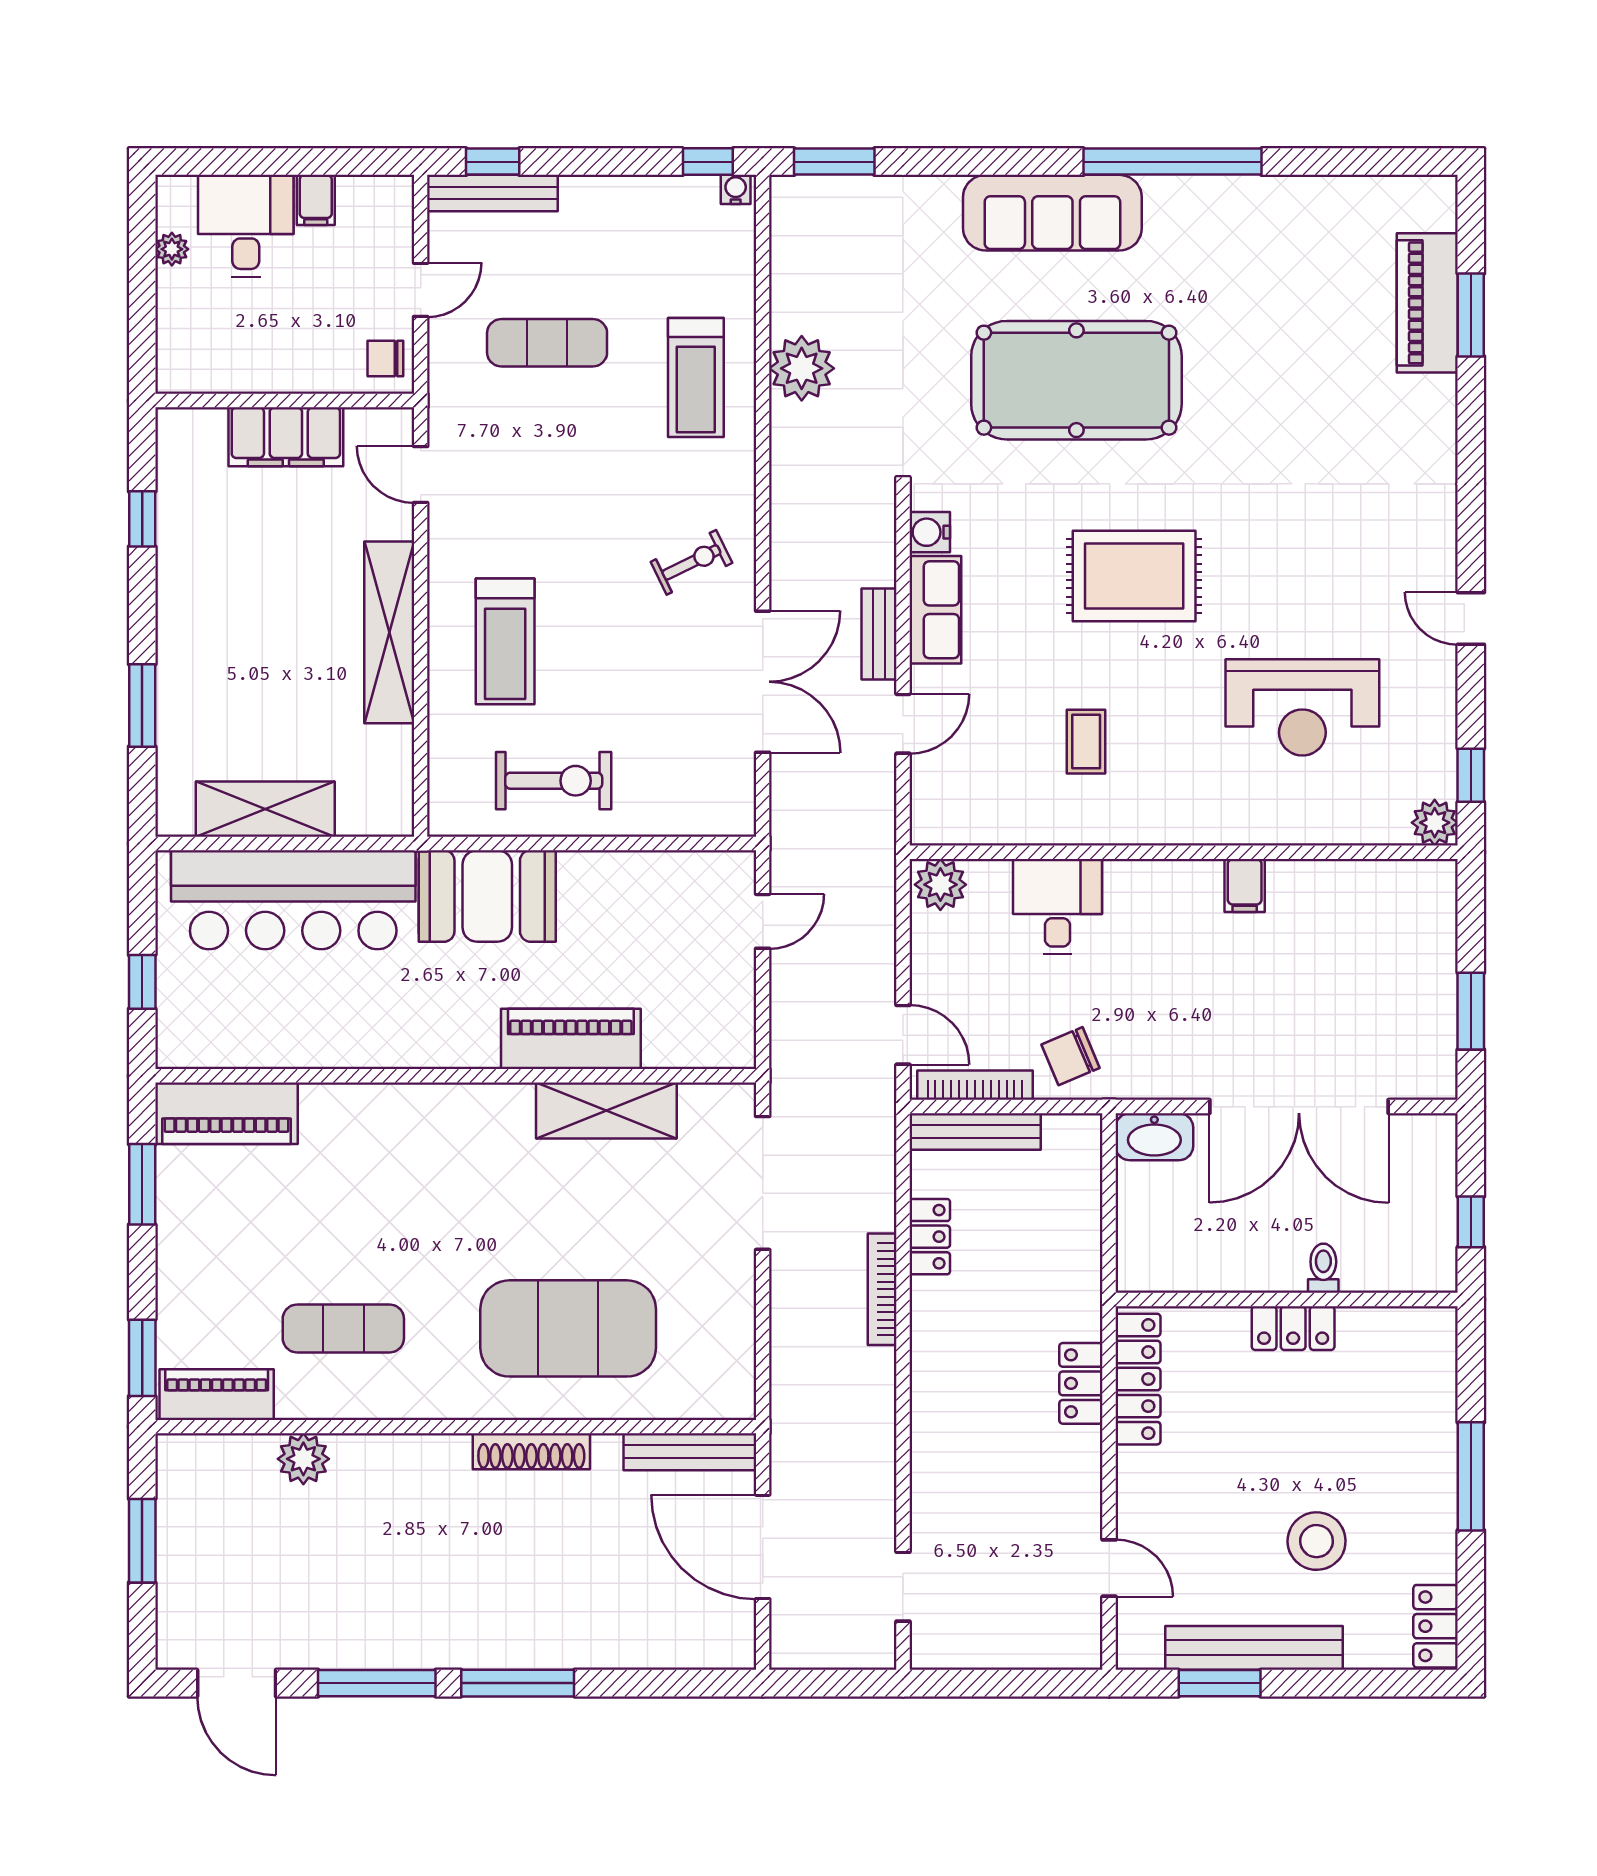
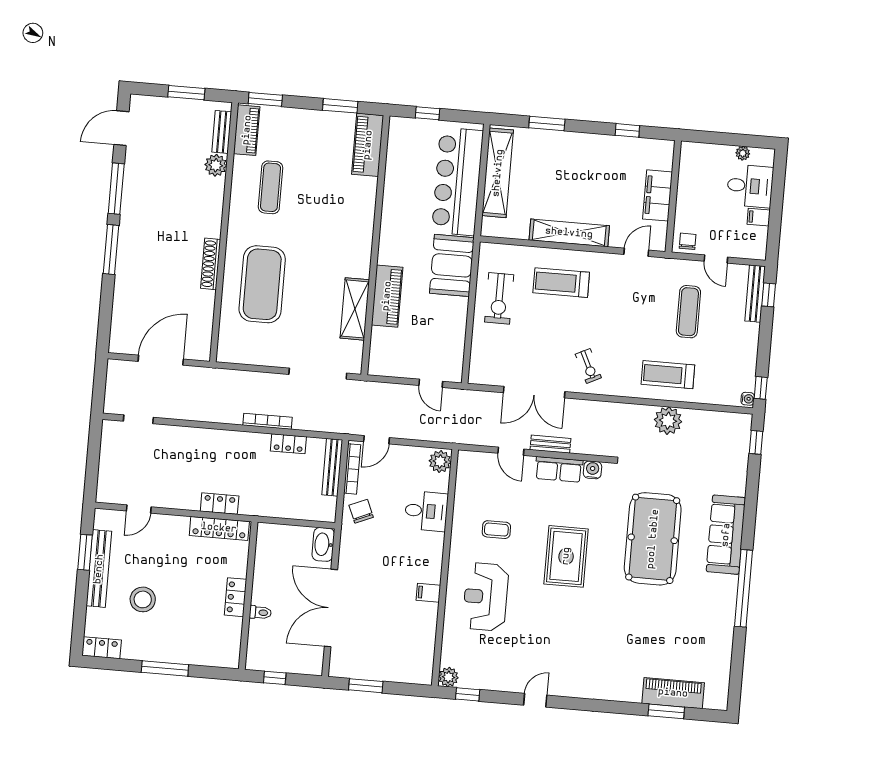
window: (834, 162) -> (756, 442), width x0.67
reception desk: (1302, 707) -> (486, 597), moved
shelving: (265, 809) -> (498, 173), width x1.47
bench: (690, 1452) -> (222, 132), moved, width x0.73

